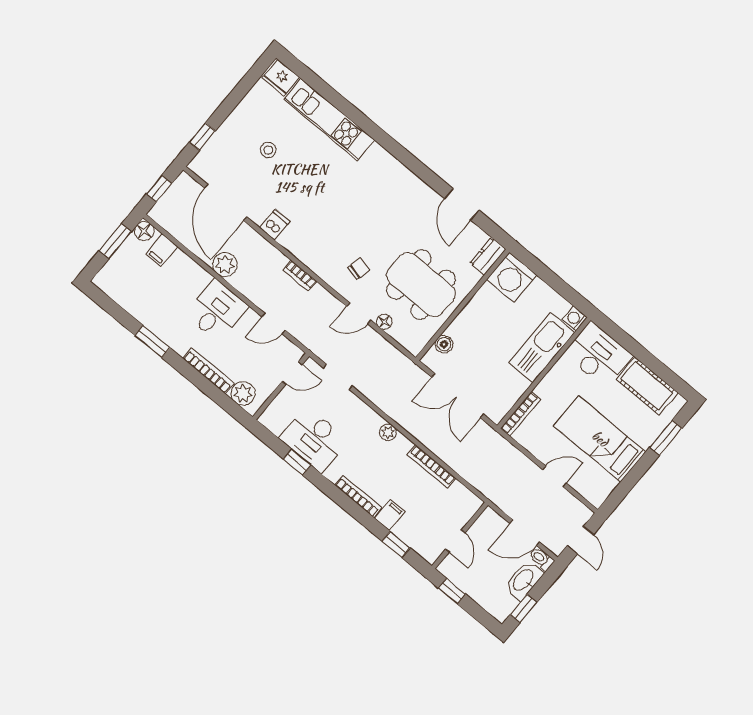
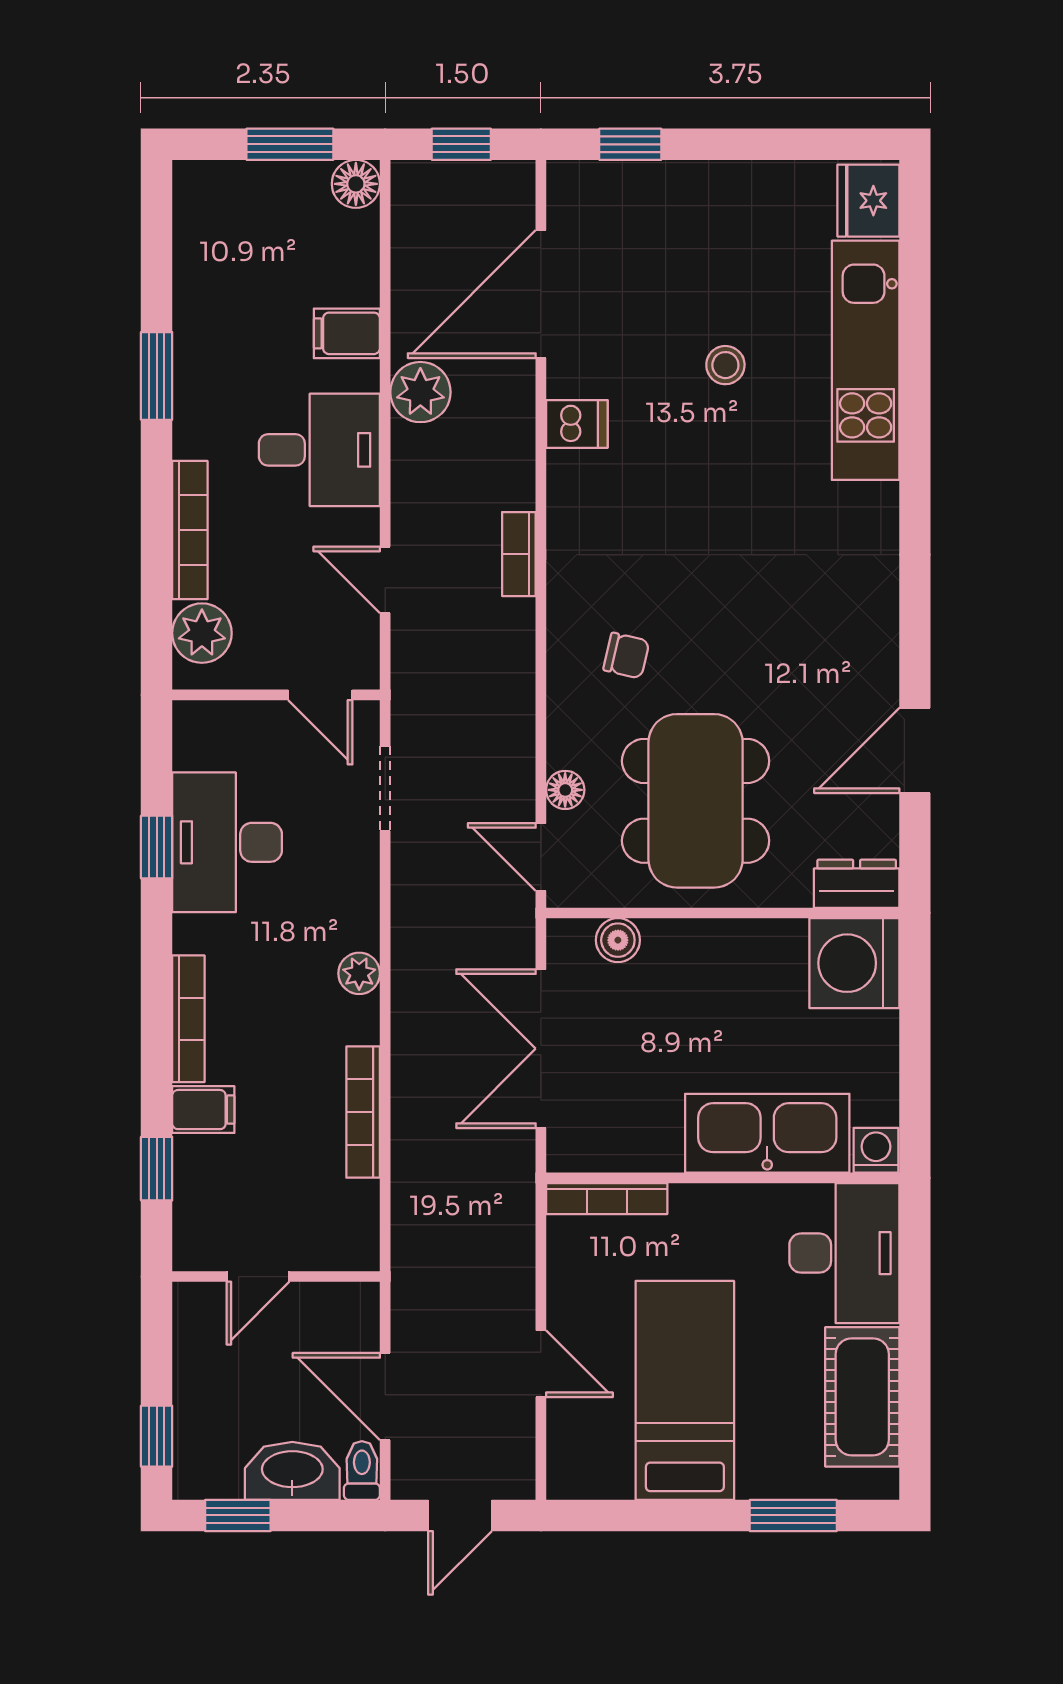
stool: (268, 150) -> (725, 365), moved
filing cabinet: (162, 250) -> (347, 333), moved
door: (359, 313) -> (541, 857), moved
window: (452, 591) -> (157, 1436), moved

